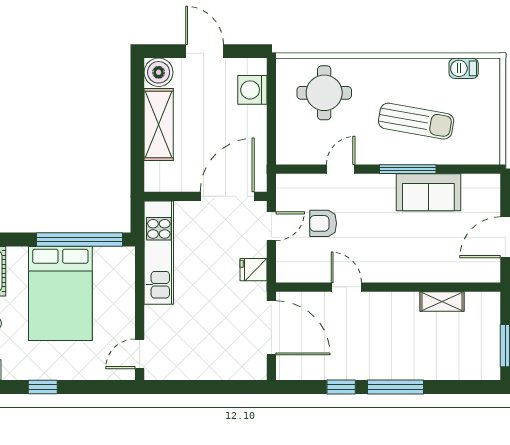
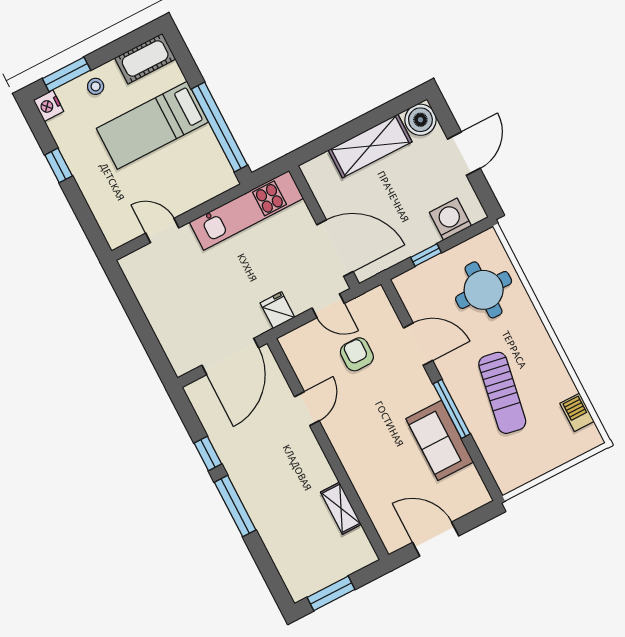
window: (271, 125) -> (426, 255), added
door: (341, 169) -> (418, 344), width x1.38
bed: (60, 293) -> (152, 125), width x0.67
door: (140, 354) -> (162, 230), moved

